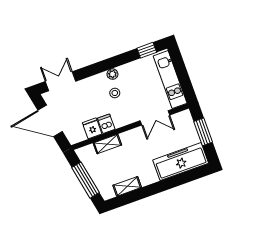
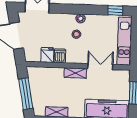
double door: (155, 118) -> (100, 67), swing flipped
shelving: (107, 144) -> (75, 73), moved

